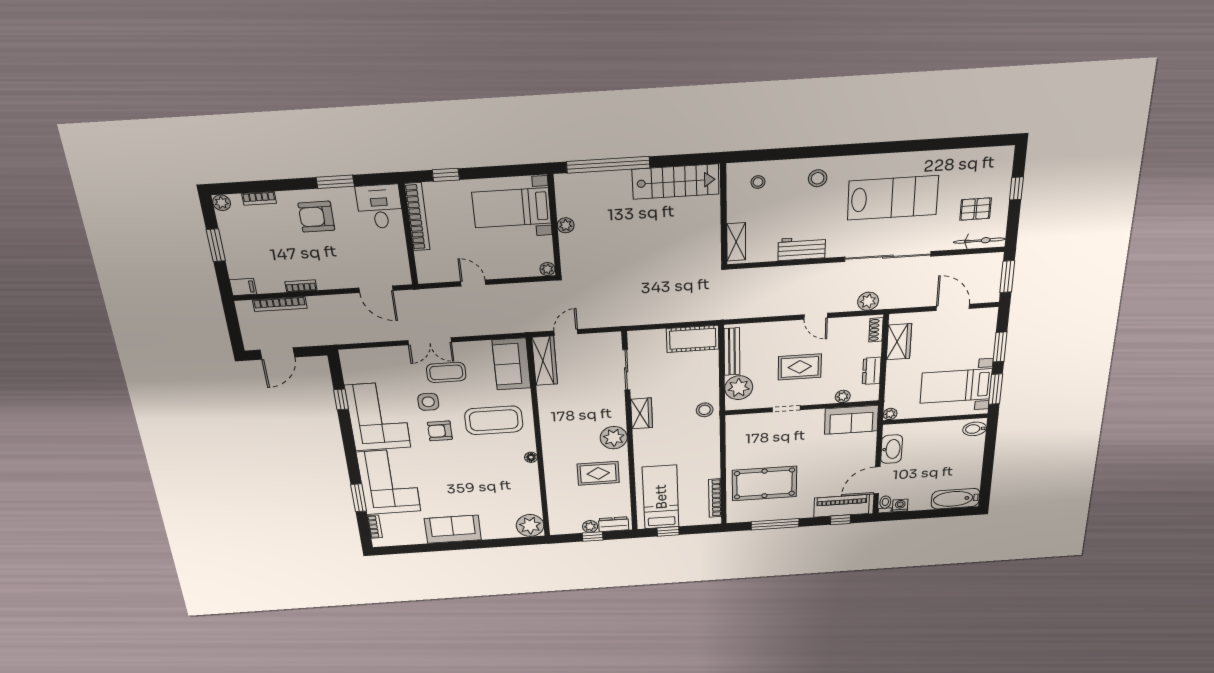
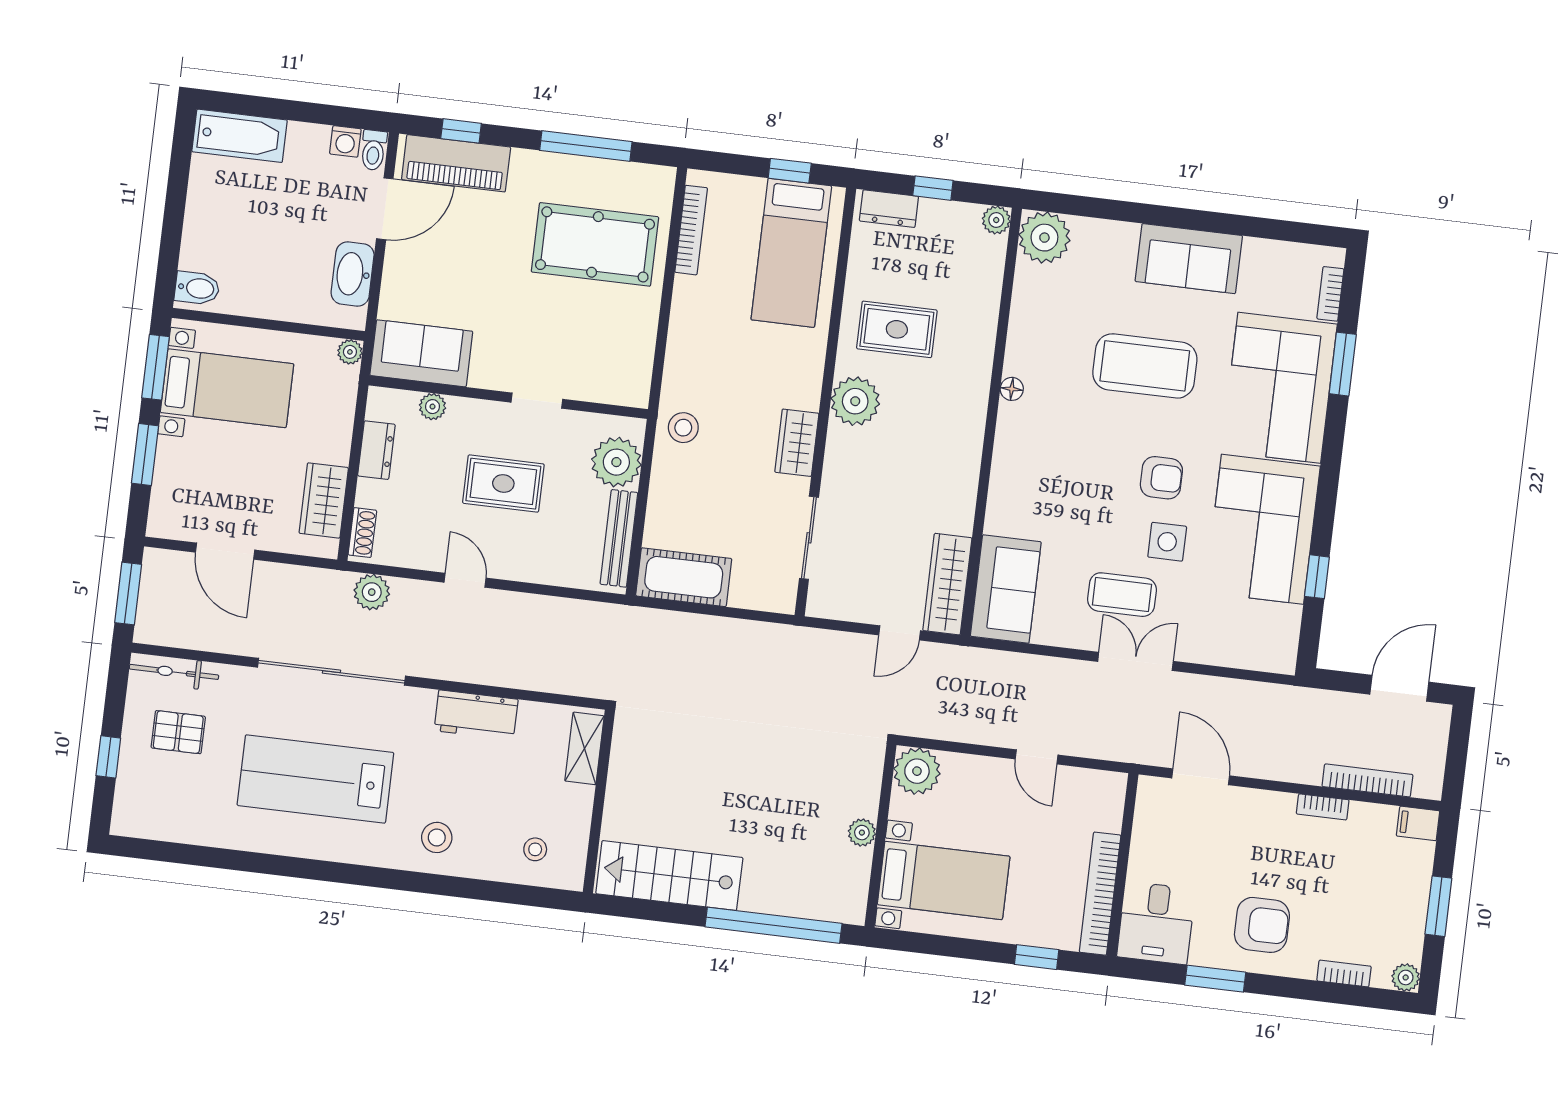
plant: (547, 269) -> (917, 771), width x1.88, depth x1.88
coffee table: (494, 420) -> (1145, 366), moved
plant: (590, 526) -> (996, 220), moved

